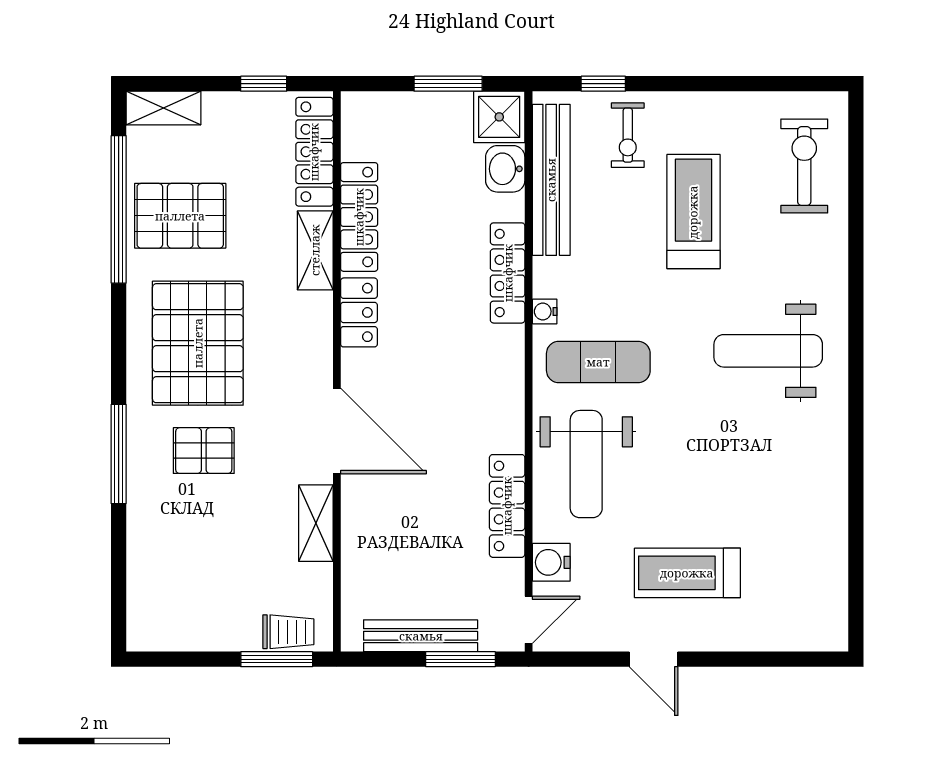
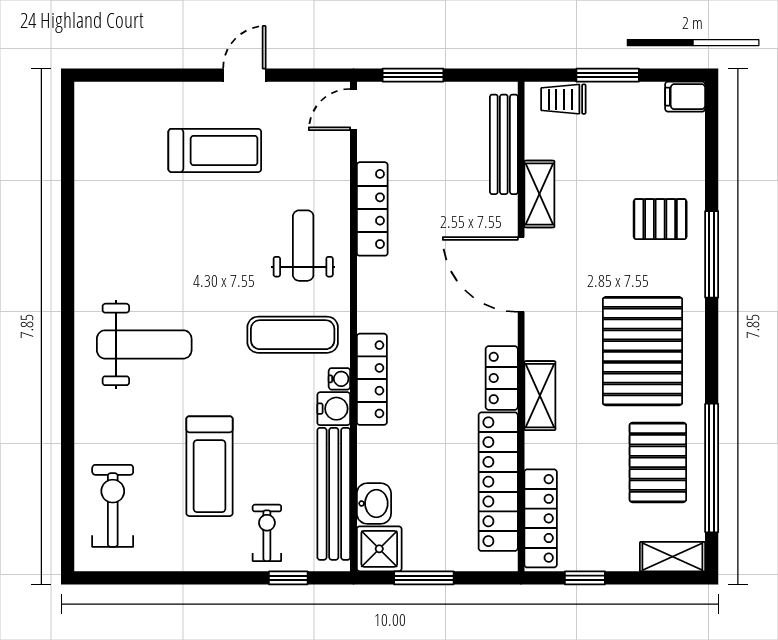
exercise bike: (804, 166) -> (113, 506), turned 180
pallet: (180, 216) -> (658, 462), turned 90
locker: (359, 217) -> (498, 482), width x1.41, depth x1.21
shelving: (315, 250) -> (540, 396), moved
locker: (508, 273) -> (372, 379), moved
pallet: (204, 451) -> (660, 219), moved
weight bench: (586, 464) -> (303, 246), width x0.73, depth x0.75
water cooler: (551, 562) -> (334, 409), moved
filing cabinet: (149, 635) -> (685, 97), added
bench: (421, 636) -> (504, 144), moved, turned 90
window: (277, 659) -> (608, 75), moved
door: (654, 659) -> (244, 75), hinge flipped

